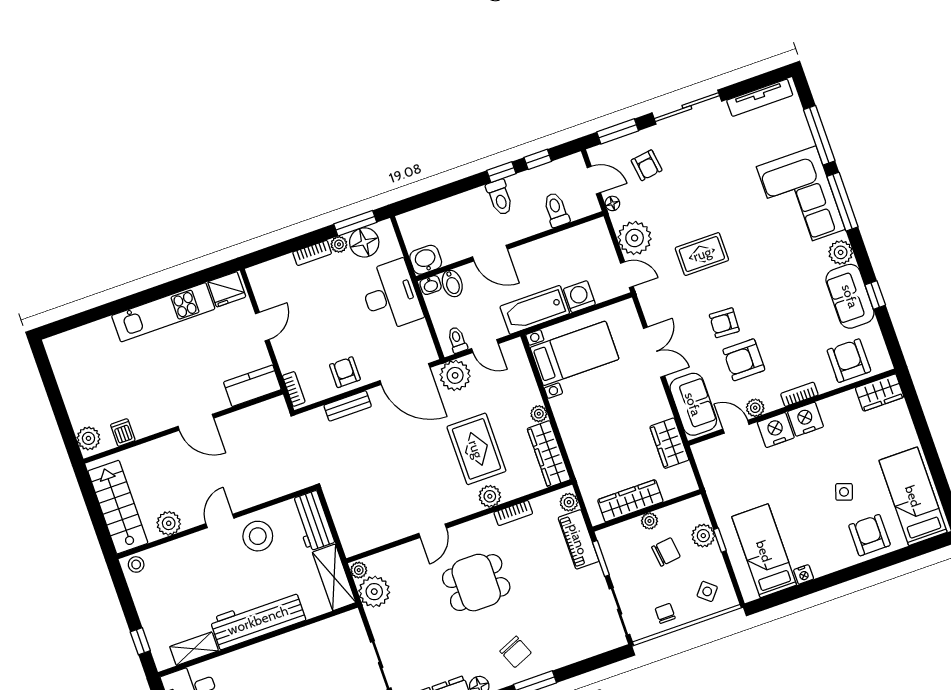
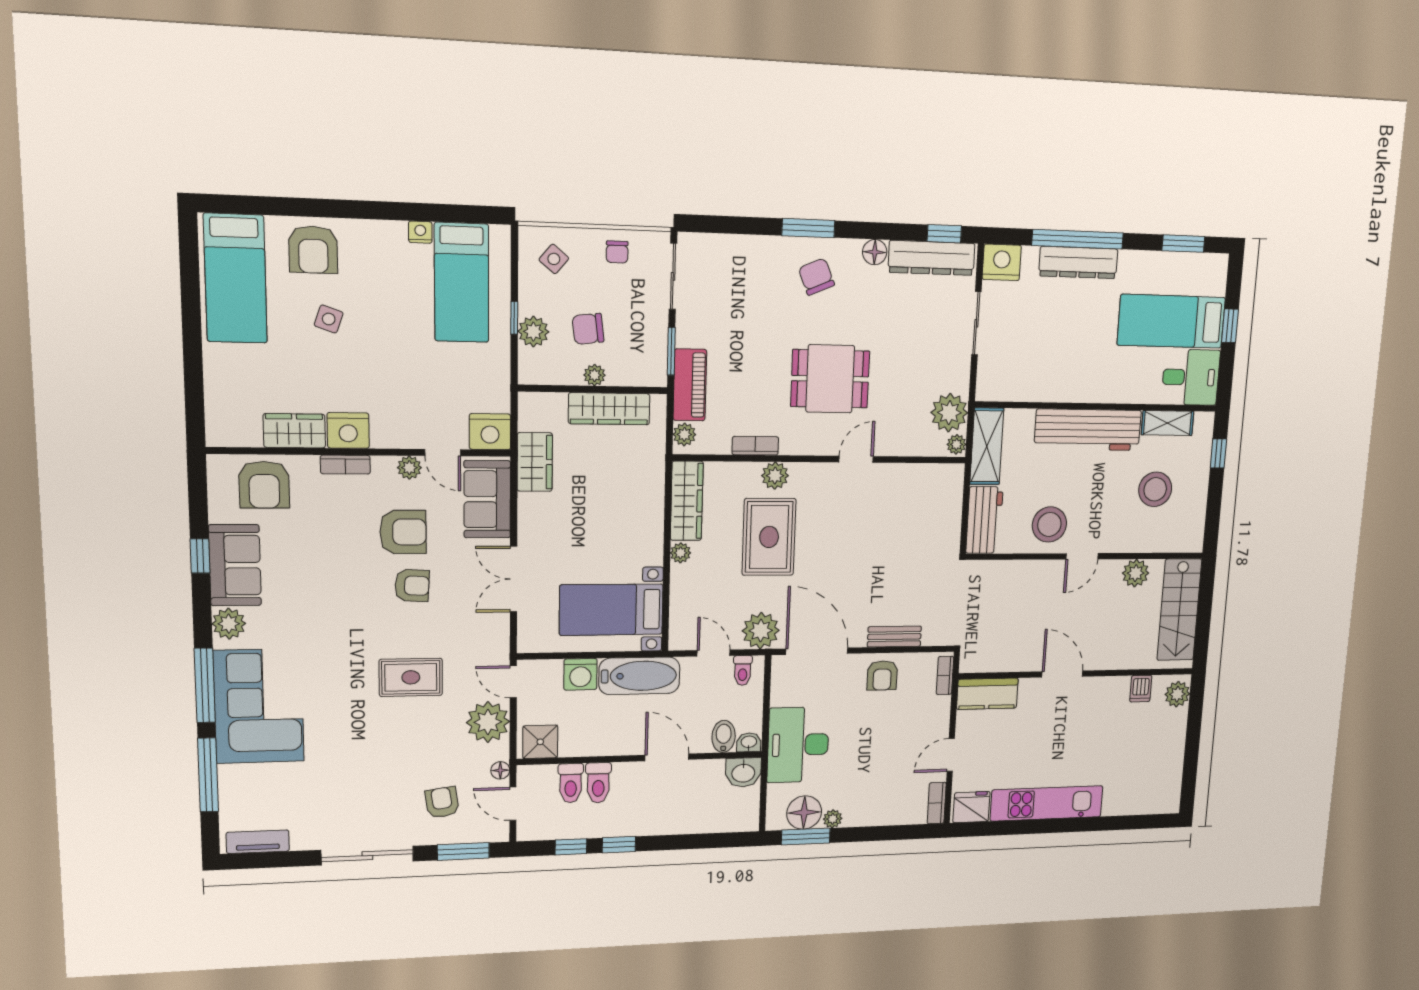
tv unit: (760, 98) -> (258, 842), width x0.71
toilet: (500, 197) -> (598, 783), moved, turned 180
shower: (591, 235) -> (540, 742), added
bookcase: (312, 253) -> (937, 803), moved, turned -90
wardrobe: (880, 392) -> (294, 431), moved
nightstand: (776, 430) -> (490, 432), moved
stool: (136, 564) -> (1155, 489), moved, width x1.89, depth x1.89

